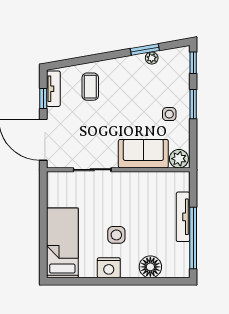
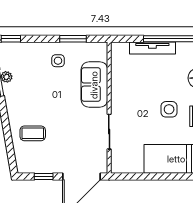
tv unit: (53, 89) -> (35, 167), removed
window: (193, 104) -> (73, 39), moved
plant: (179, 159) -> (99, 52), removed

